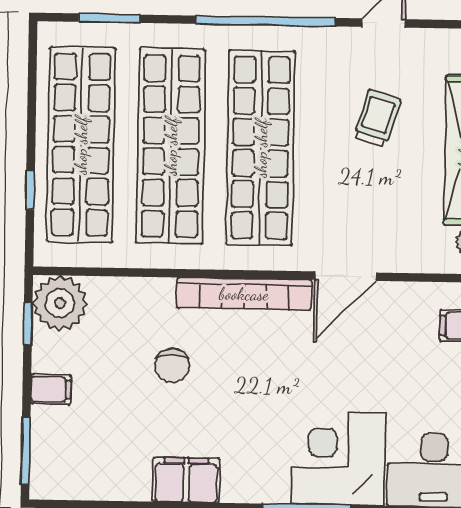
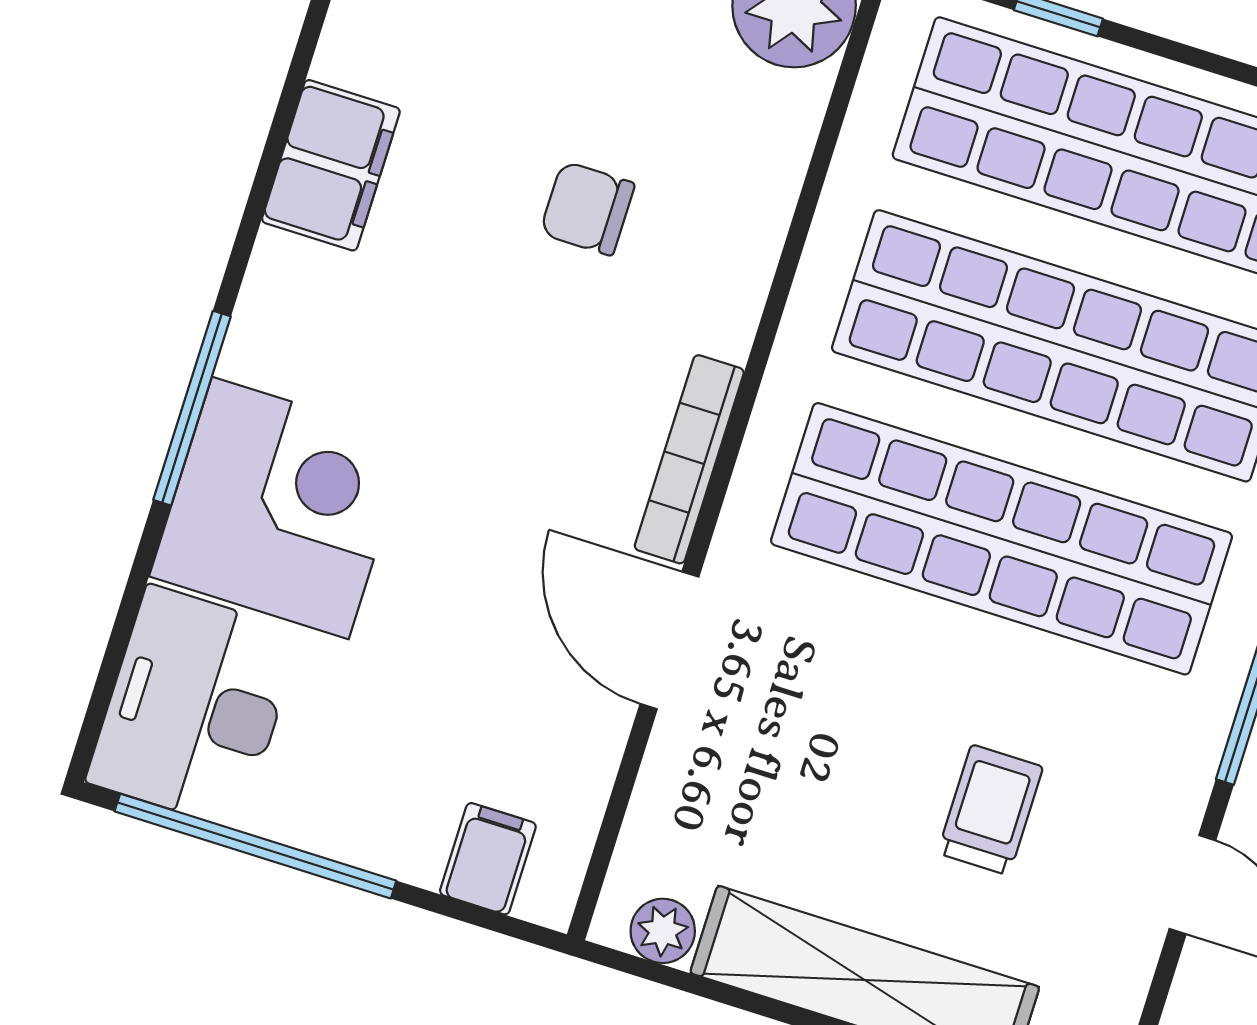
trolley: (377, 118) -> (990, 810), turned -107
bookcase: (244, 294) -> (689, 459), width x0.68, depth x0.76

